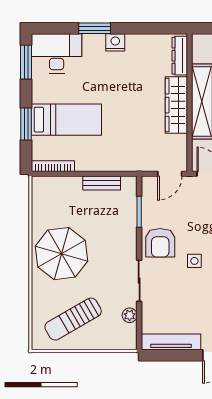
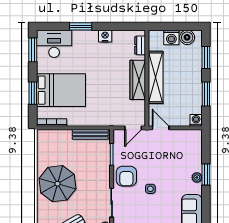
nightstand: (115, 42) -> (105, 36), moved
dresser: (180, 56) -> (140, 45), width x0.70
bed: (66, 120) -> (61, 90), width x1.50
bench: (102, 183) -> (90, 134), width x1.36

